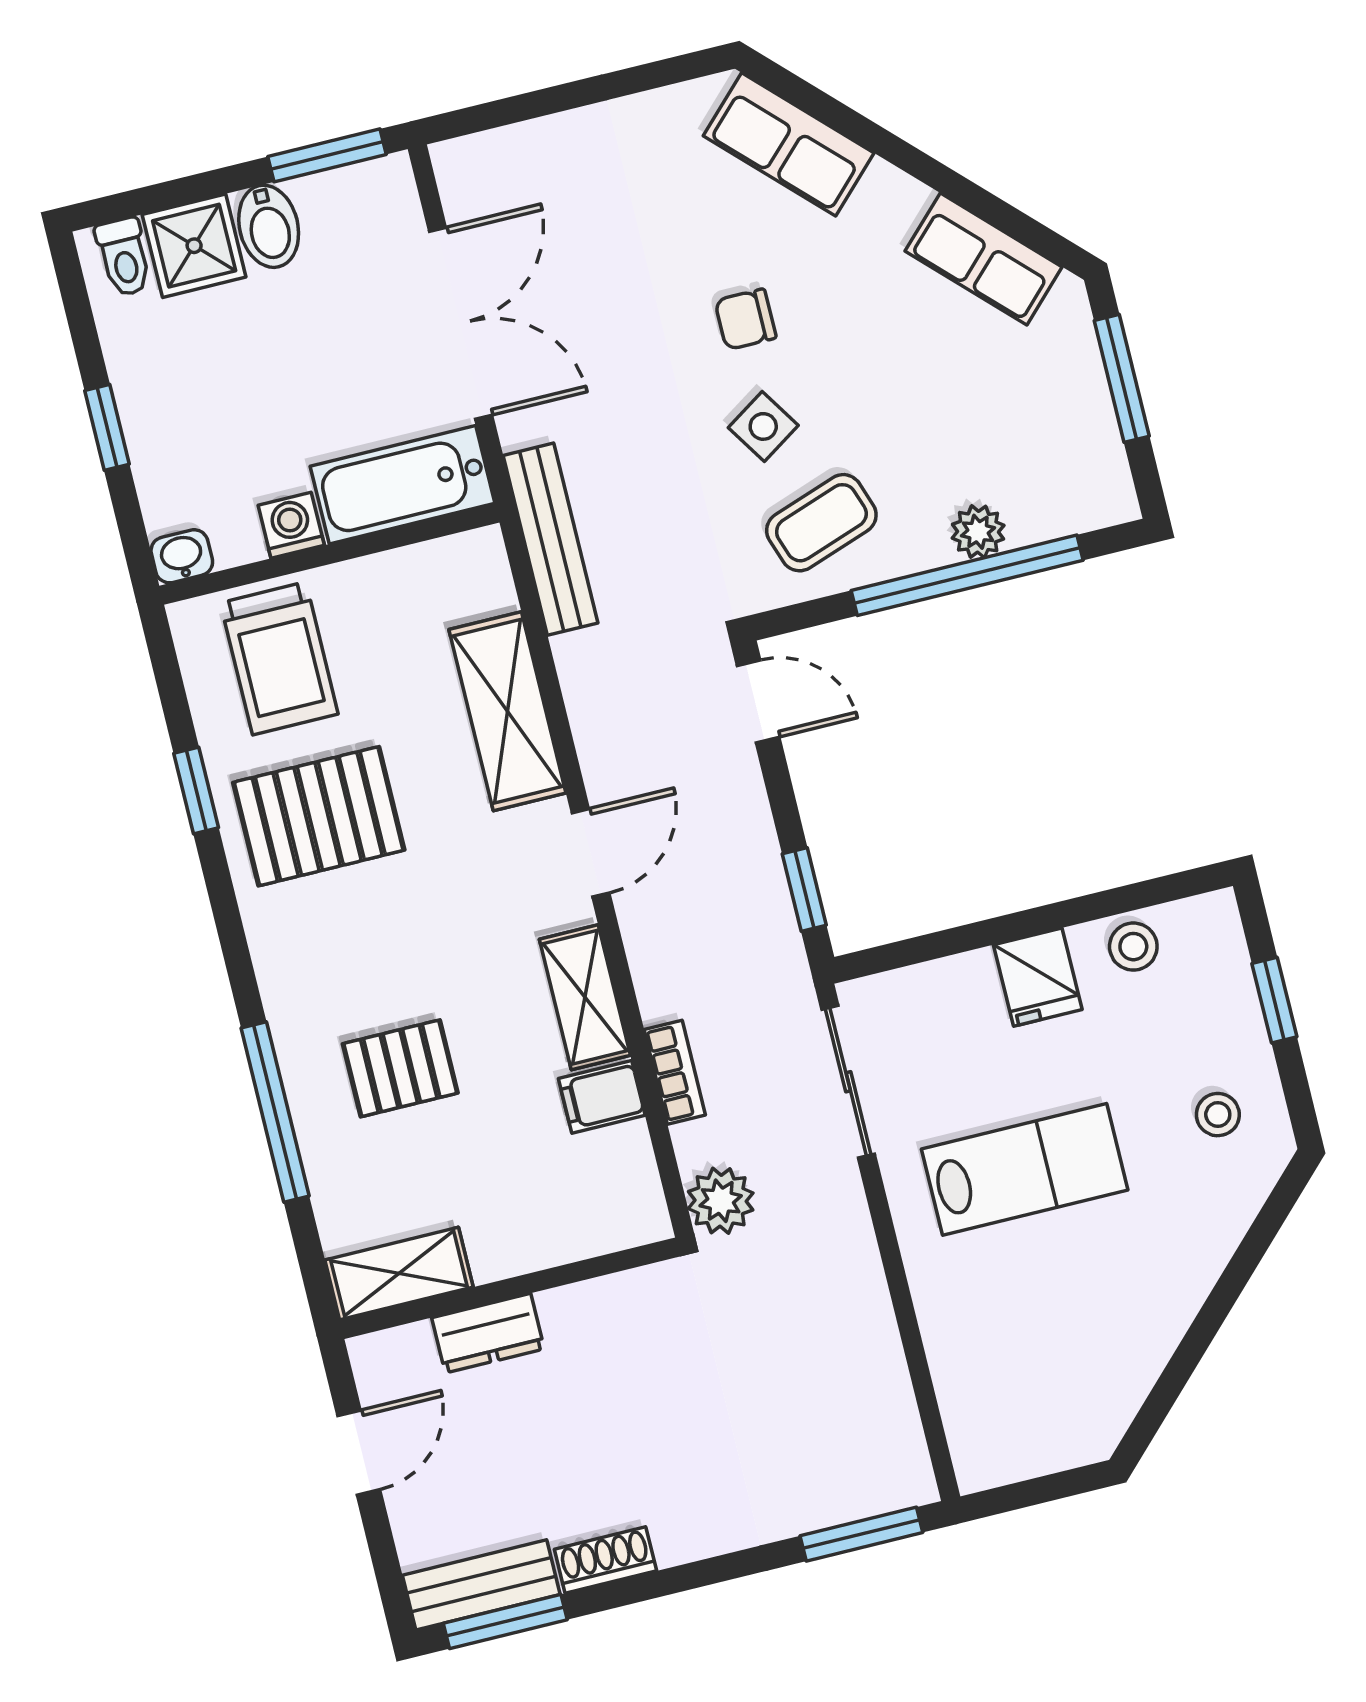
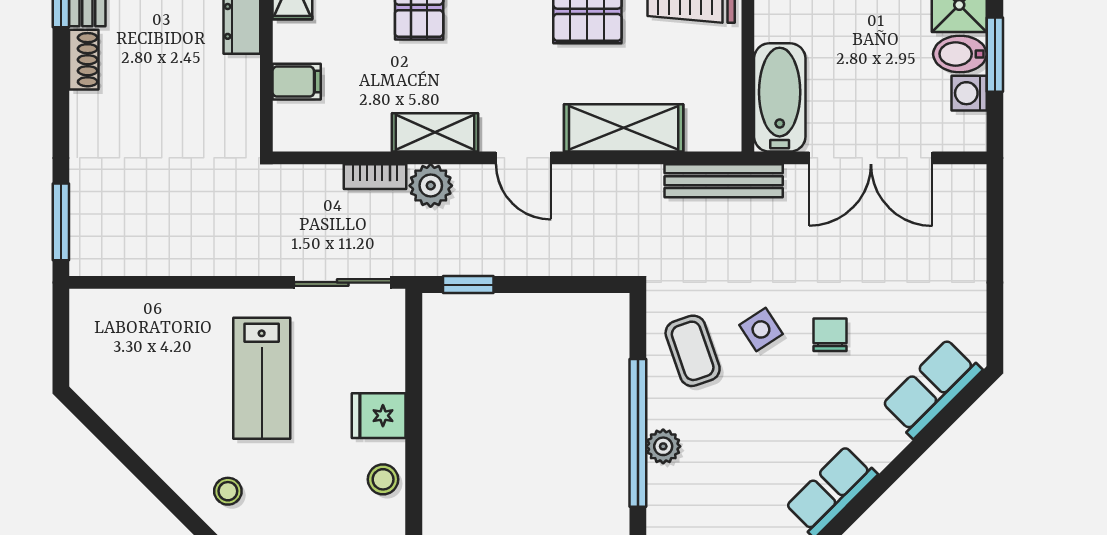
window: (327, 155) -> (995, 55), moved
washing machine: (291, 525) -> (969, 93), moved, turned 180
door: (758, 701) -> (592, 285), removed
filing cabinet: (602, 1097) -> (297, 82), moved, turned 90
stool: (1218, 1115) -> (228, 491), moved
plant: (721, 1201) -> (431, 186), moved

